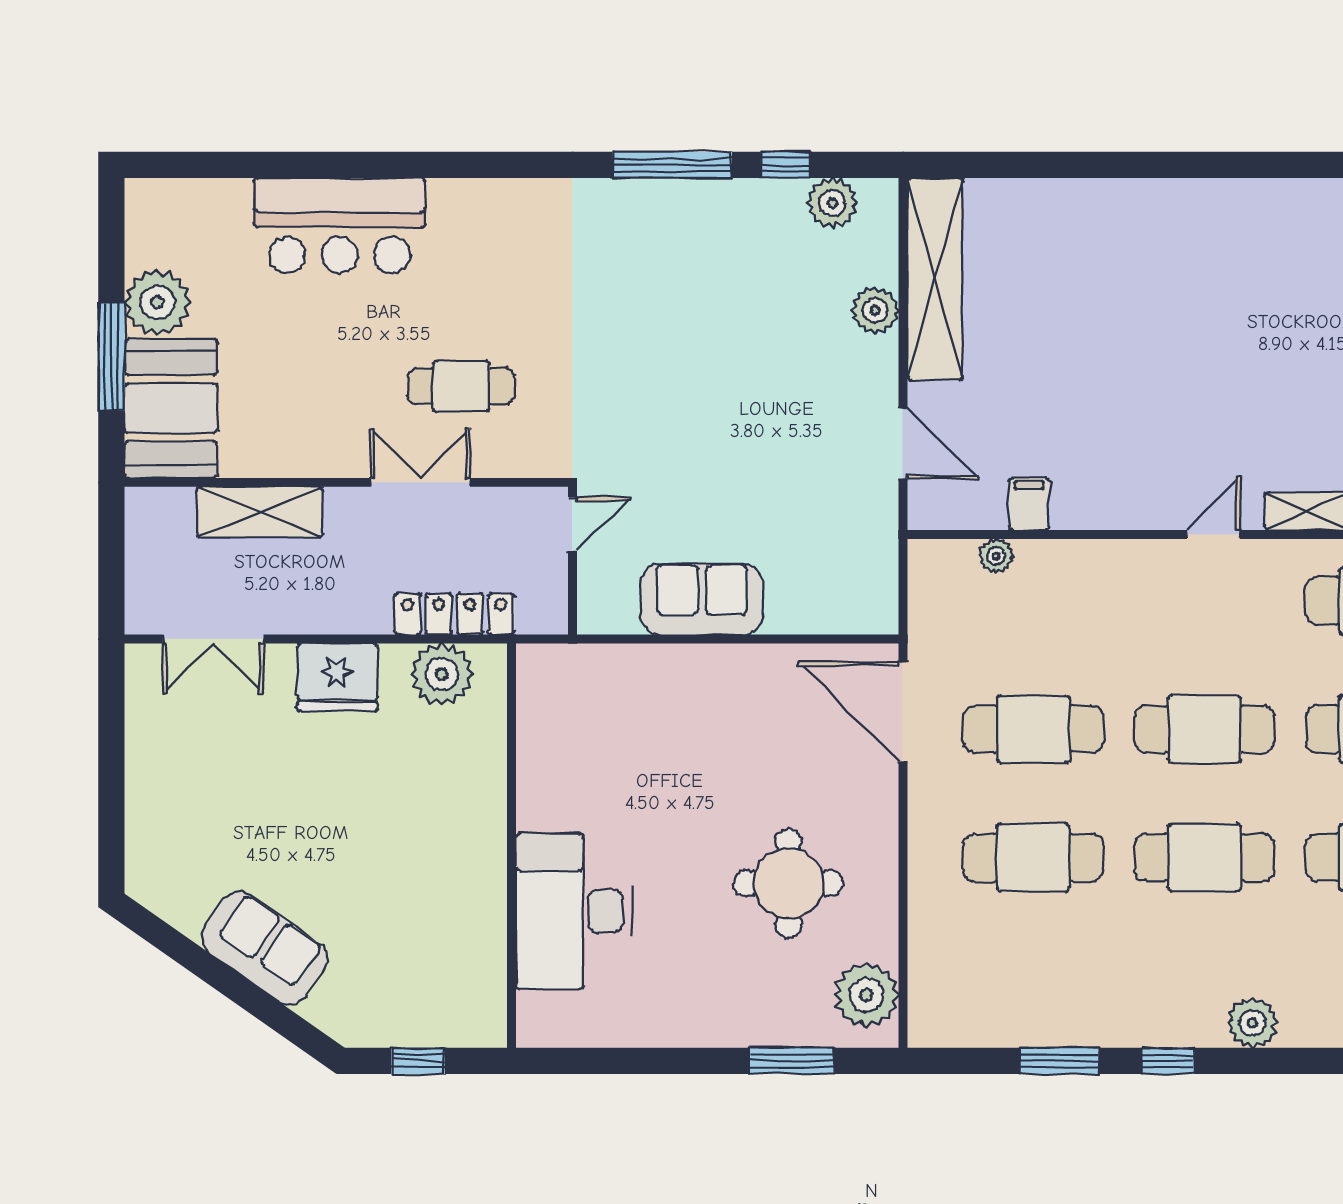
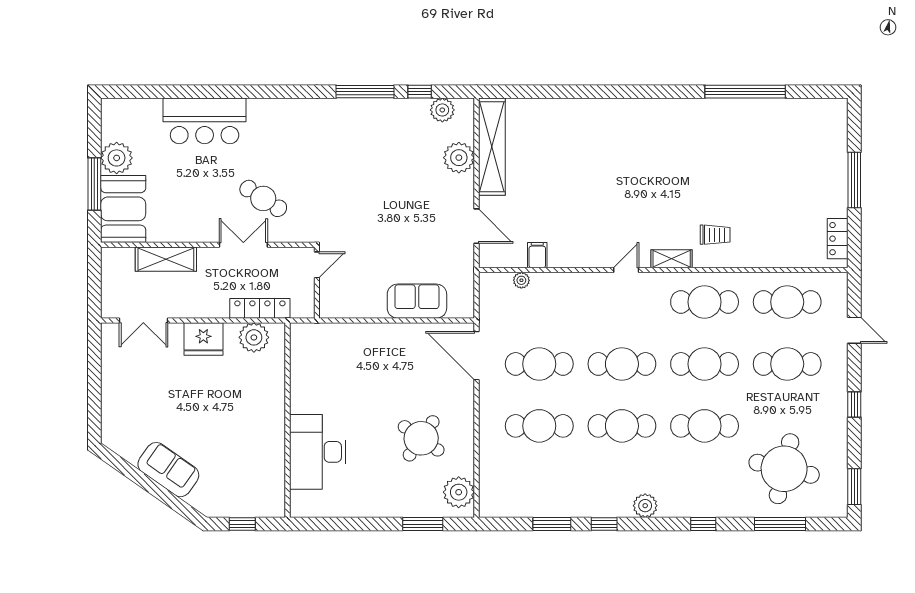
plant: (875, 310) -> (459, 158), width x1.36, depth x1.36
cafe table: (461, 386) -> (263, 198), turned 33
sofa: (702, 599) -> (417, 301), moved
round table: (788, 883) -> (421, 438), turned 35

